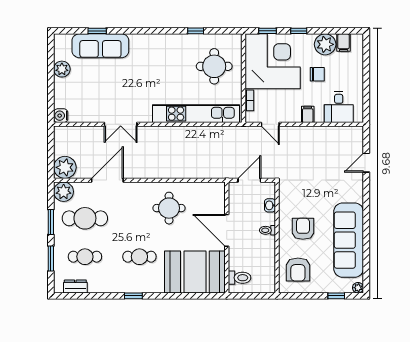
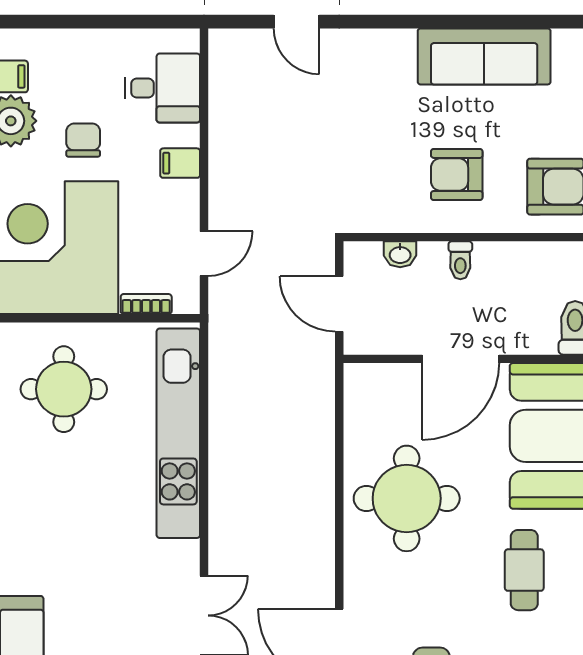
round table: (169, 208) -> (407, 498), width x1.36, depth x1.36
sofa: (349, 240) -> (484, 56), width x0.74, depth x0.79

